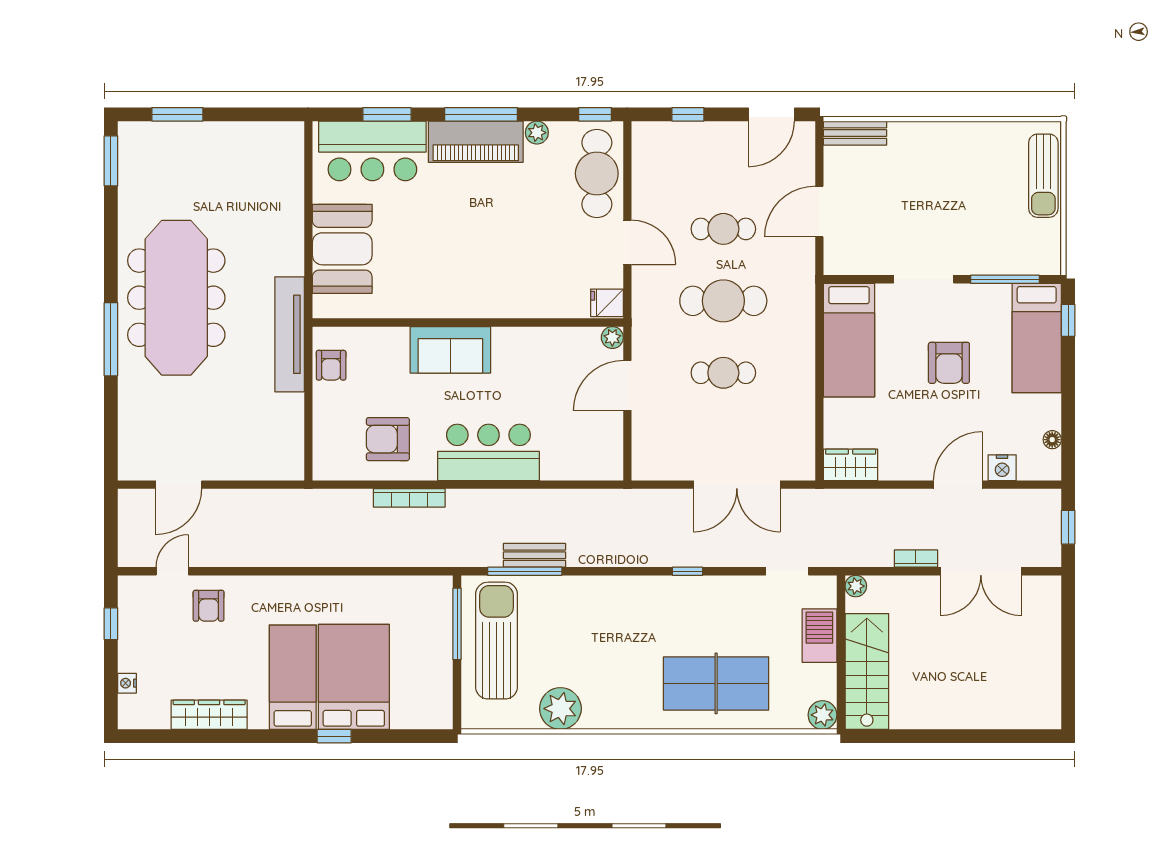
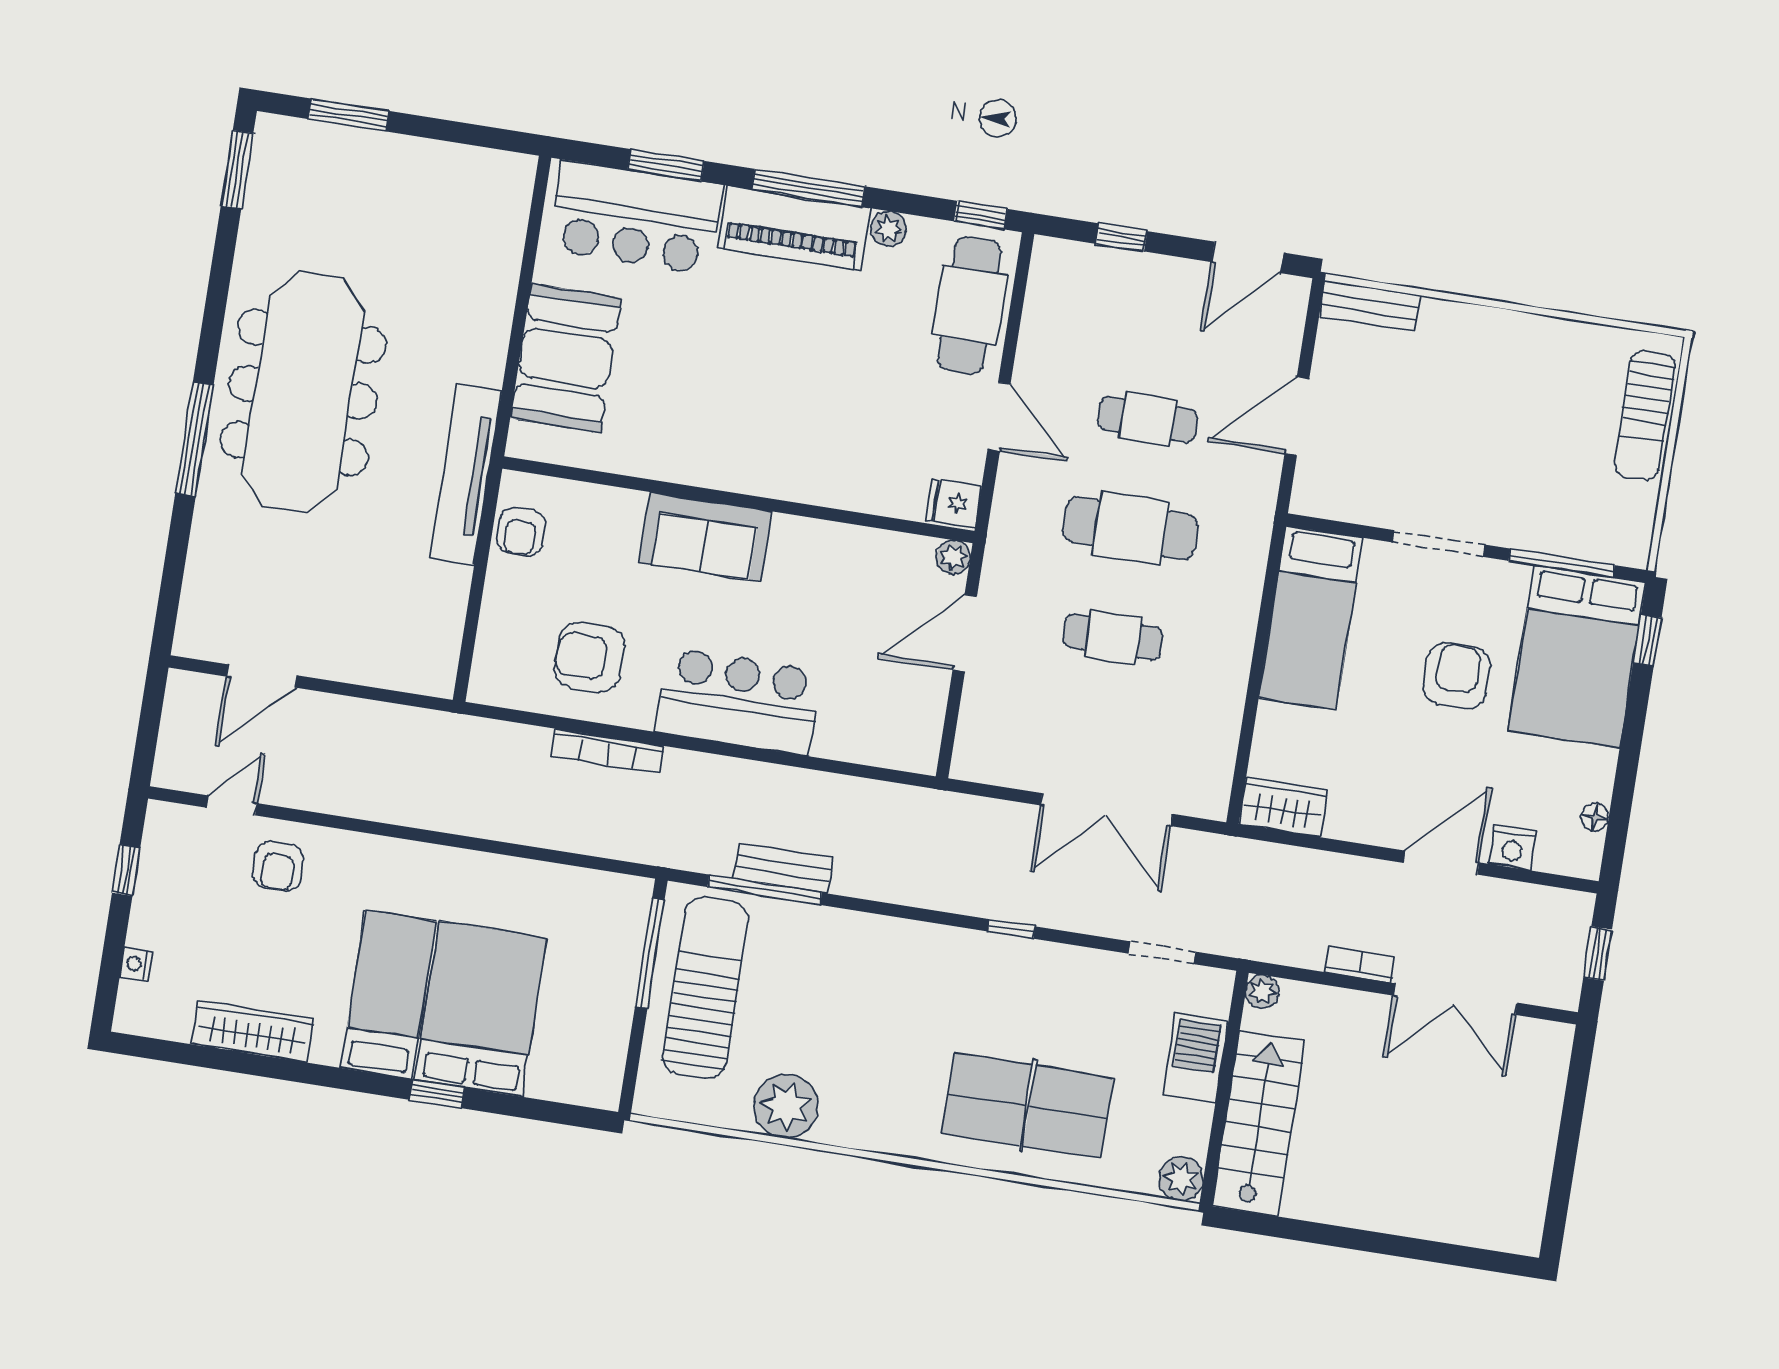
bed: (1037, 338) -> (1577, 657), width x1.50
armchair: (949, 363) -> (1457, 676), turned 180

